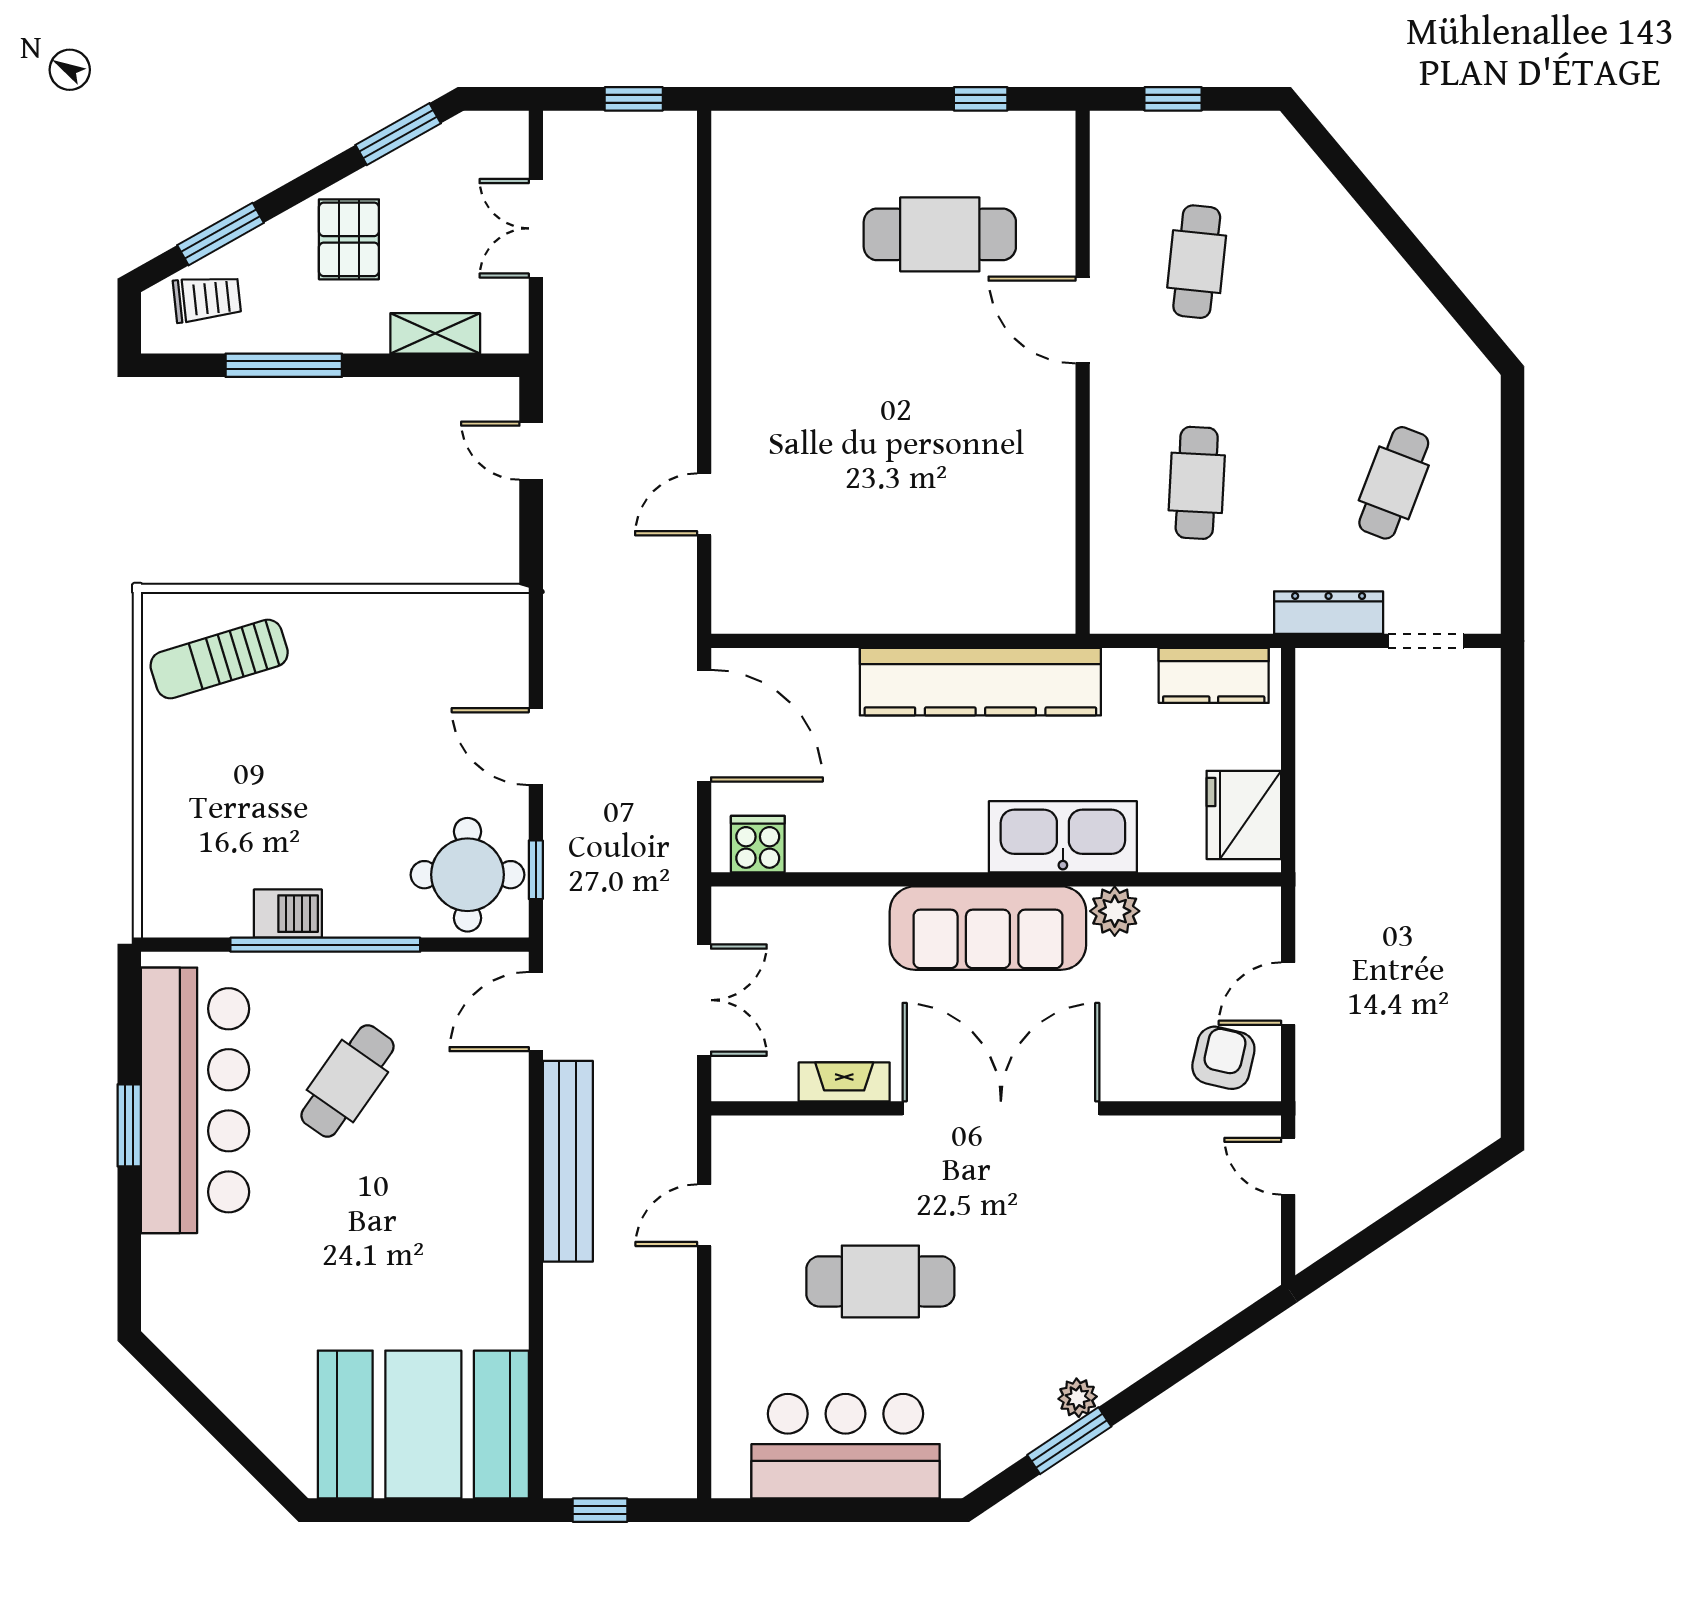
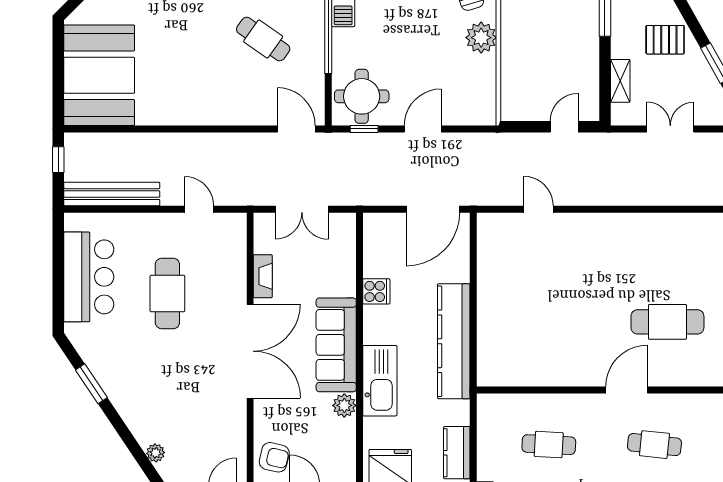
cafe table: (940, 234) -> (667, 322), turned 90
plant: (344, 625) -> (481, 38), added
cooker: (758, 844) -> (376, 291), moved
bench: (568, 1161) -> (112, 194), moved
plant: (1078, 1398) -> (156, 453), moved

